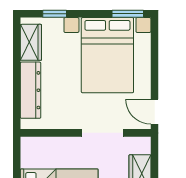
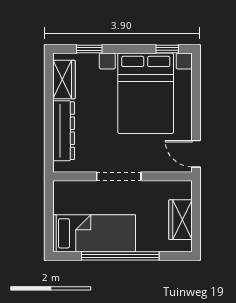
window: (128, 14) -> (167, 49), width x0.67
doorway: (102, 133) -> (119, 176), moved

